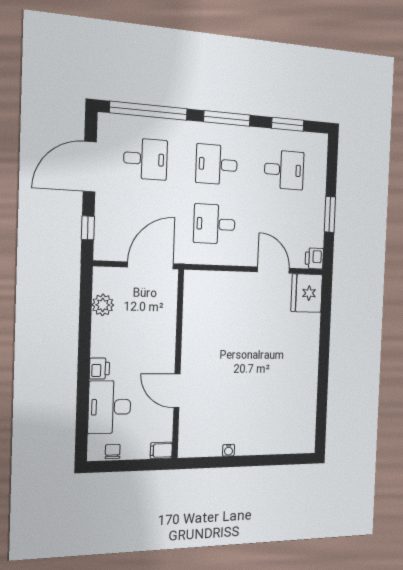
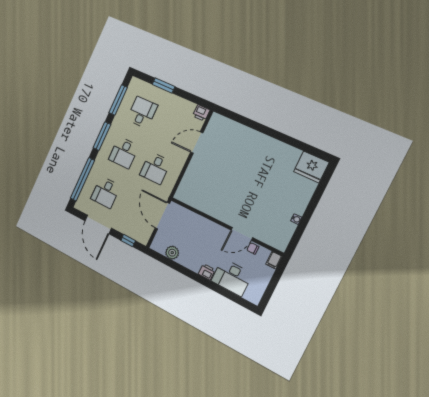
window: (288, 124) -> (118, 100), width x1.44
desk: (145, 159) -> (106, 192), turned 180
window: (330, 214) -> (163, 85), moved
fridge: (307, 293) -> (311, 167), moved
chair: (113, 451) -> (253, 248), moved

